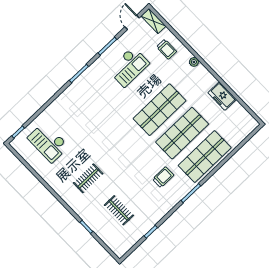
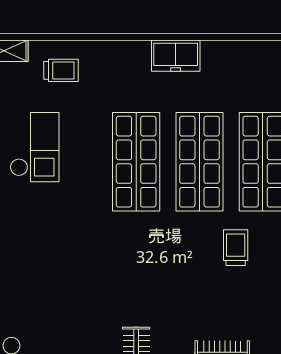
plant: (194, 62) -> (116, 49), removed
freezer: (222, 96) -> (176, 56), moved

